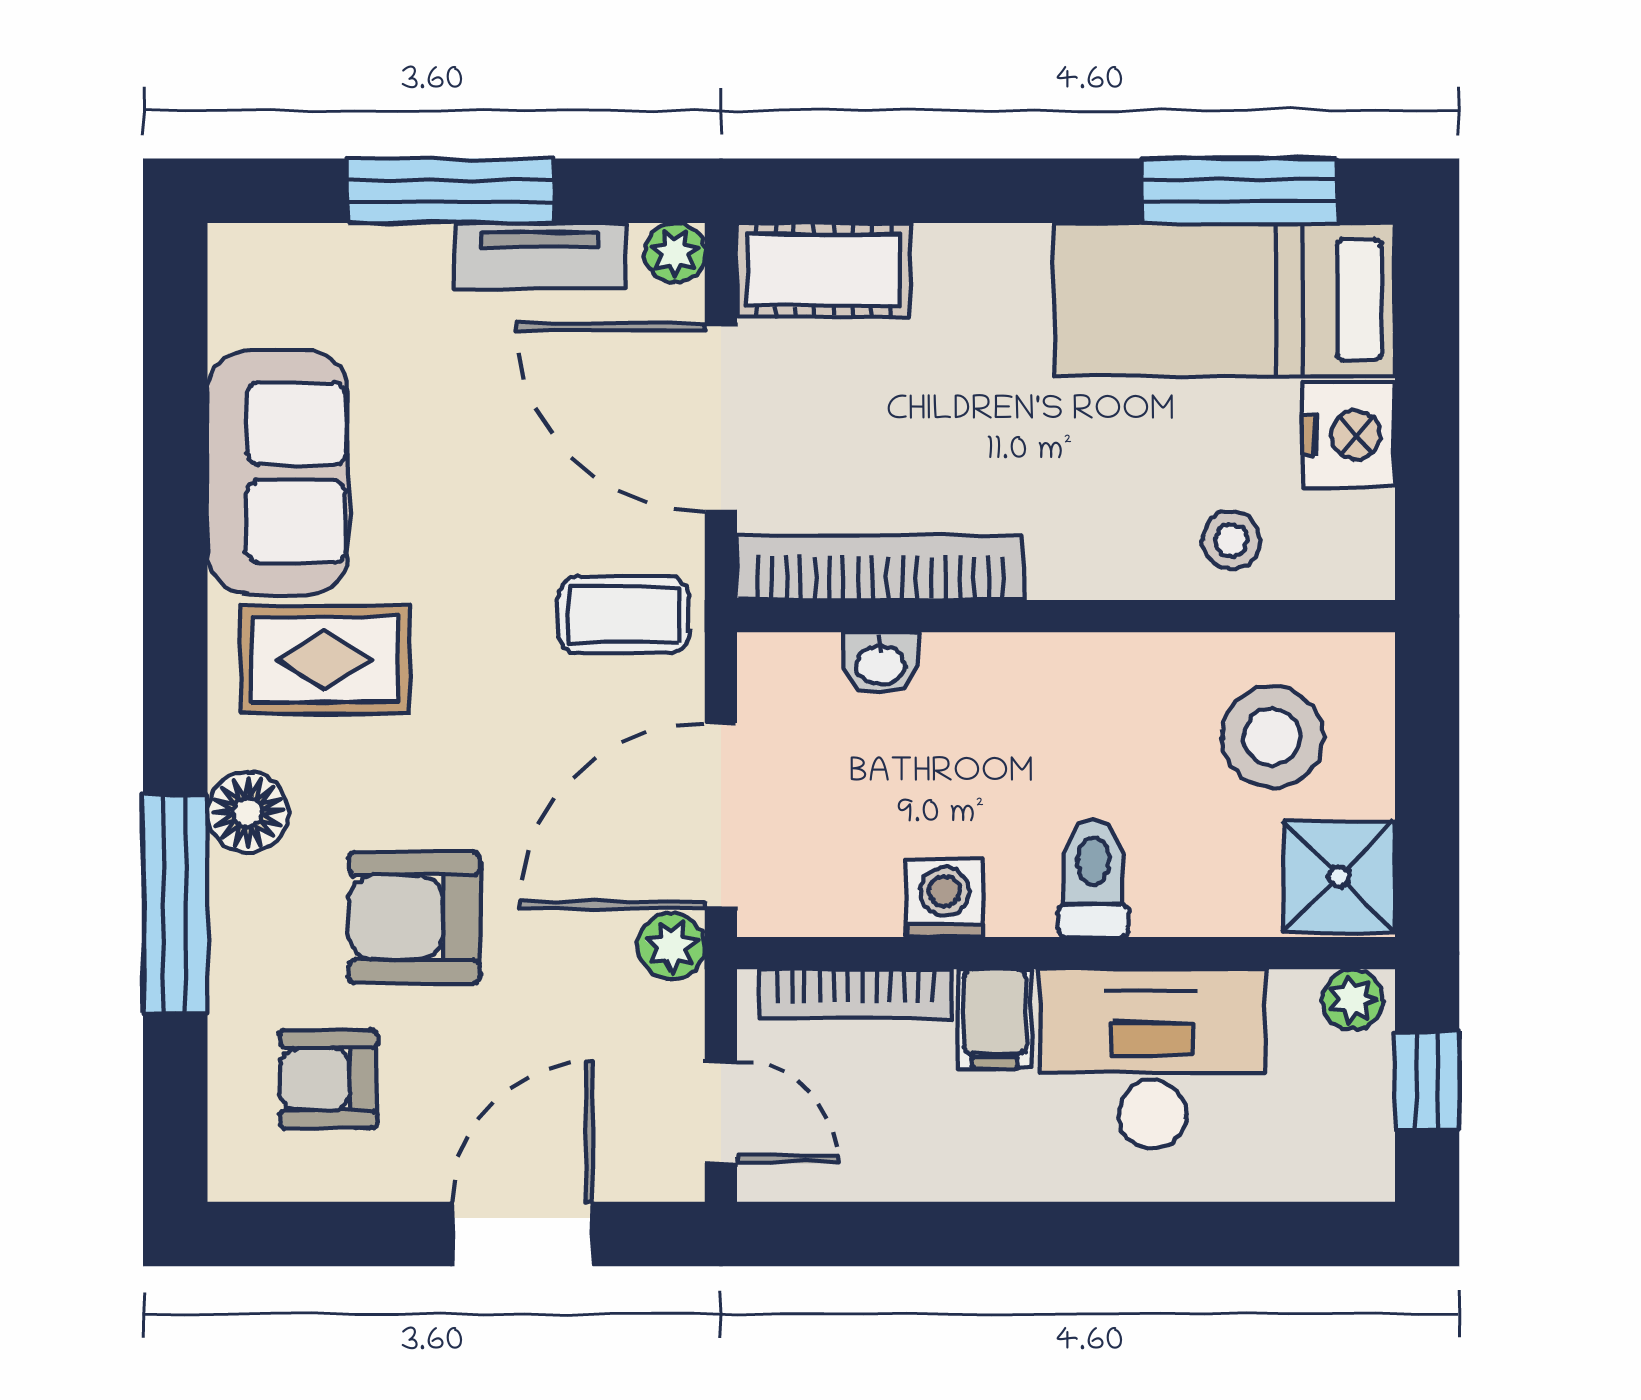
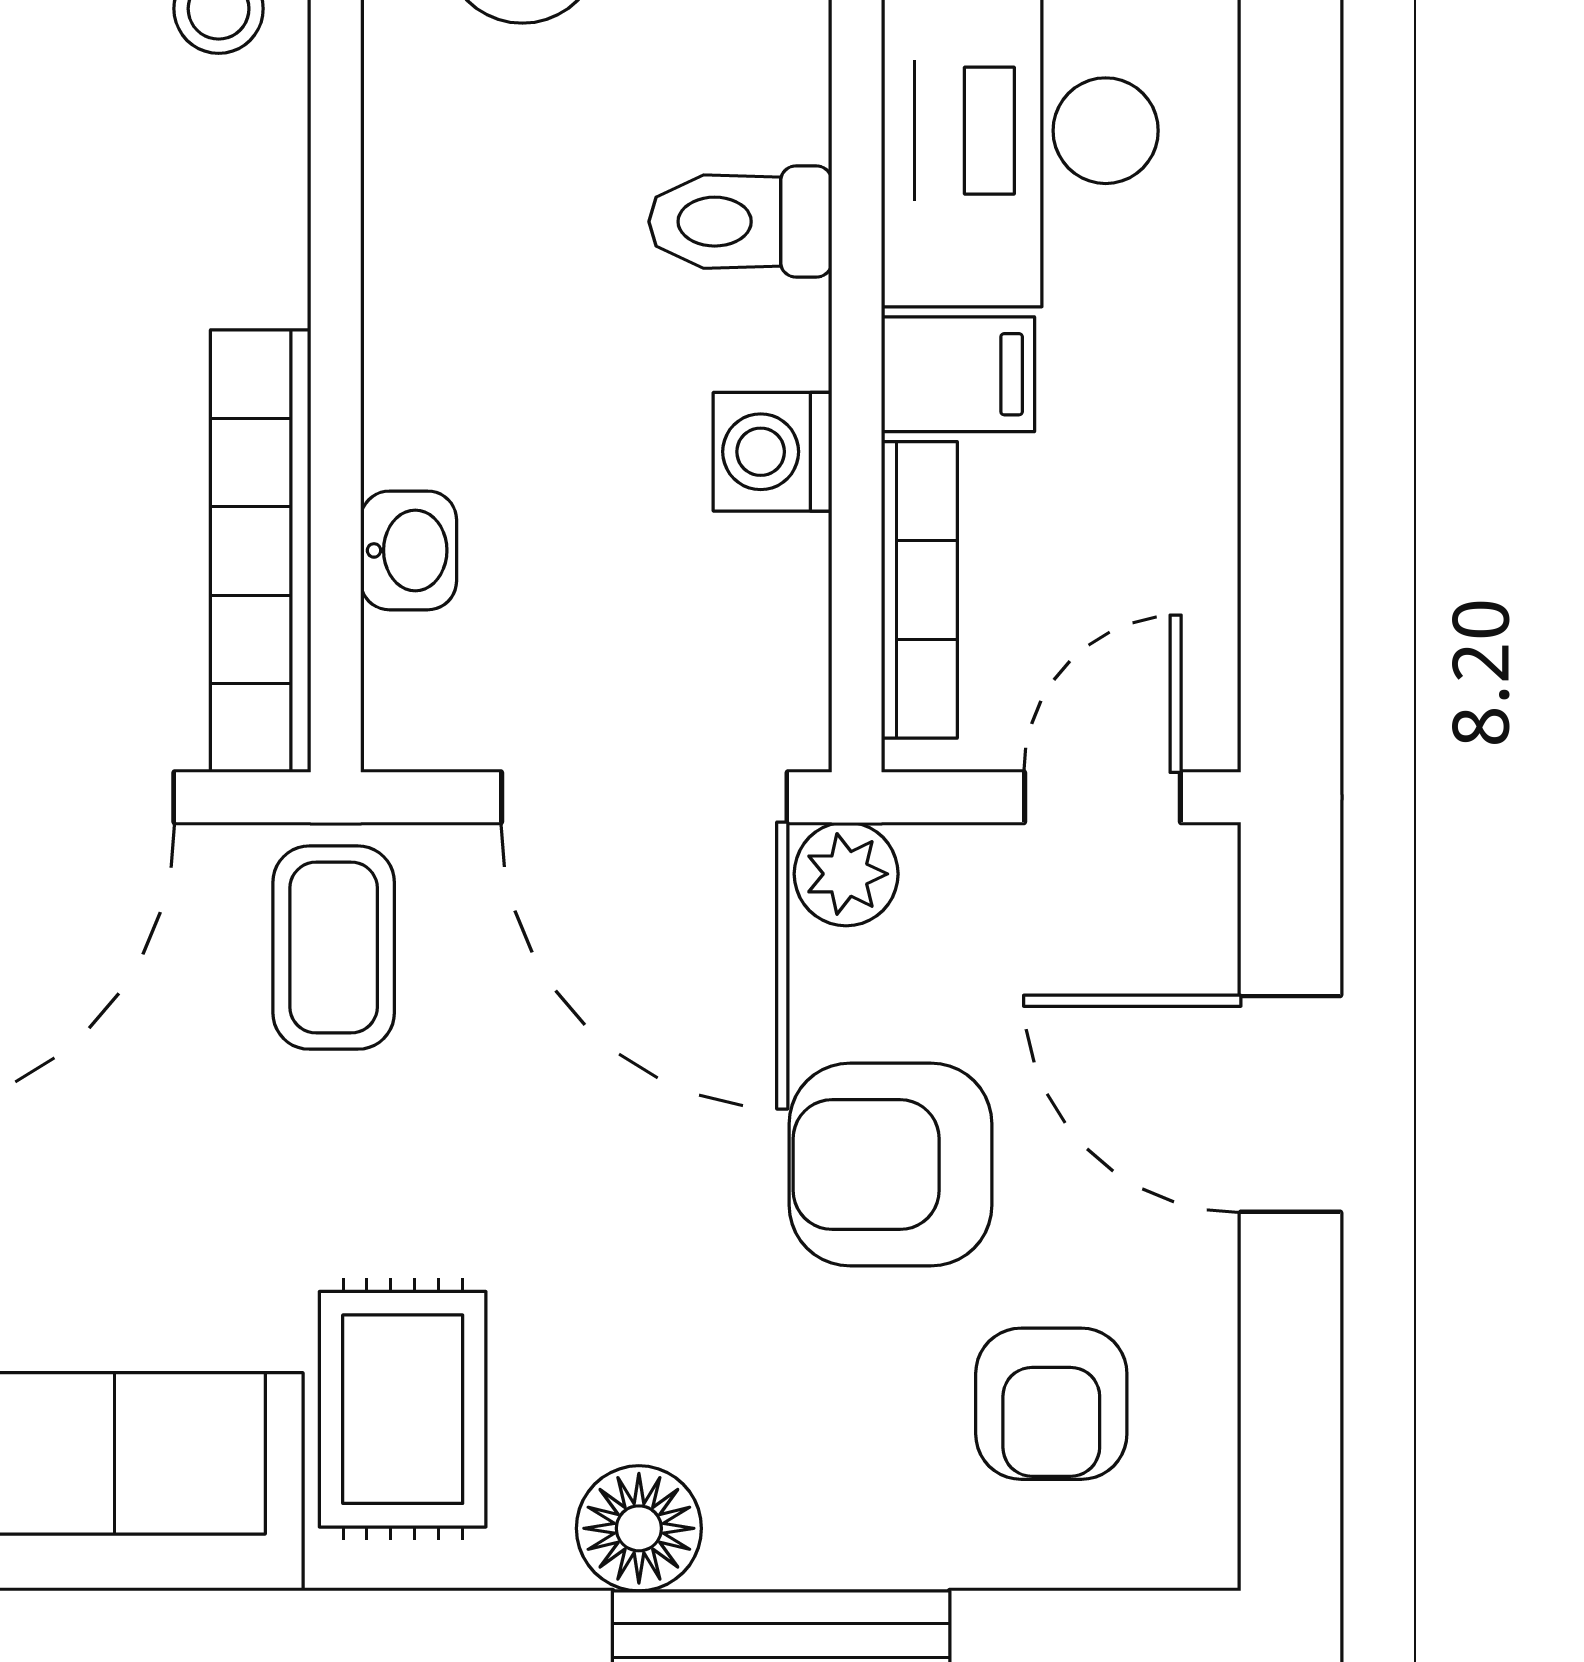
armchair: (414, 917) -> (890, 1165), moved, turned 90

